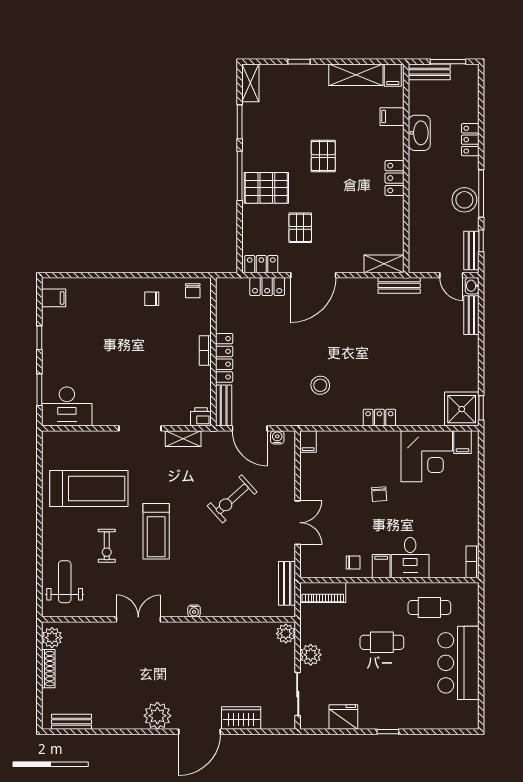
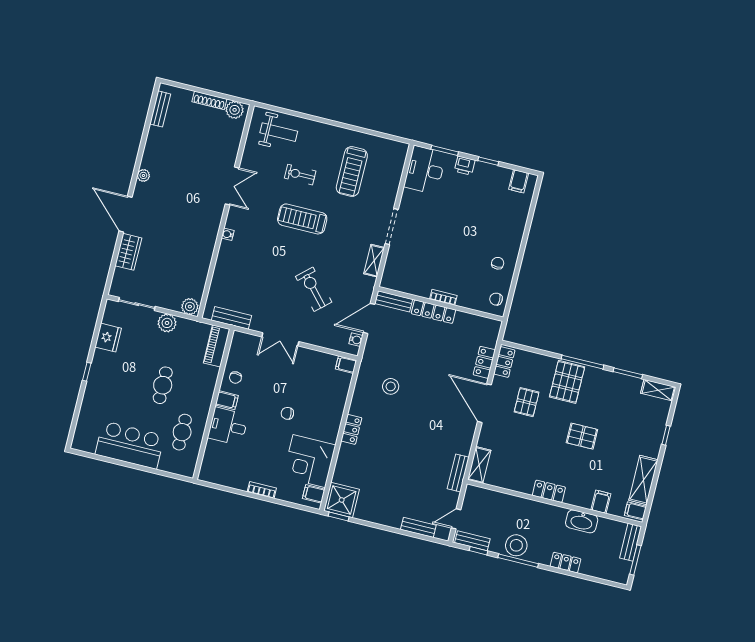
pallet: (300, 228) -> (527, 402), turned 90
washbasin: (472, 286) -> (443, 534), removed
printer: (201, 417) -> (465, 166), moved, turned 90
treadmill: (89, 488) -> (352, 171), width x0.73, depth x0.73
bookcase: (472, 562) -> (262, 490), moved
plant: (157, 716) -> (143, 175), width x0.53, depth x0.53

